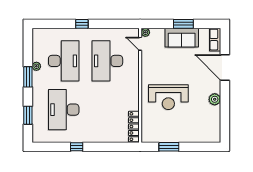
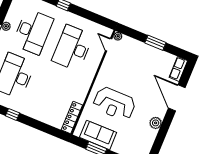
sofa: (182, 38) -> (98, 135), moved, turned 180

